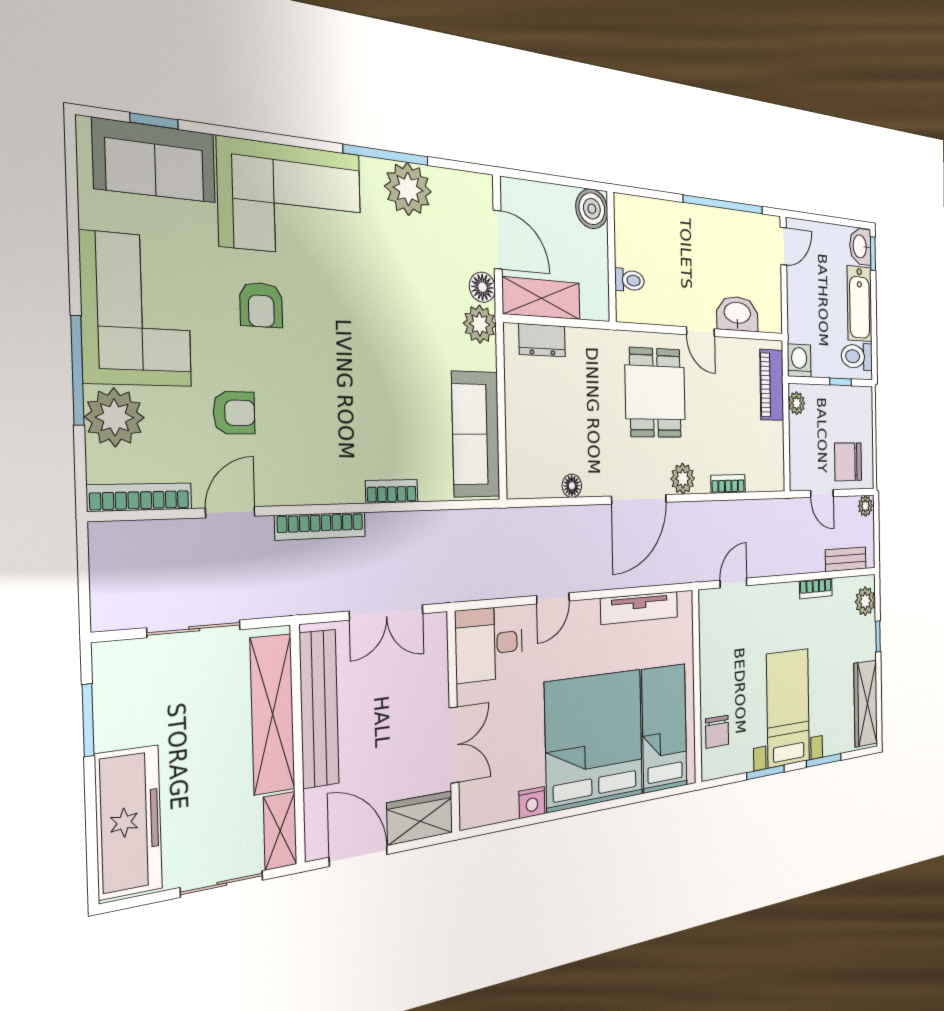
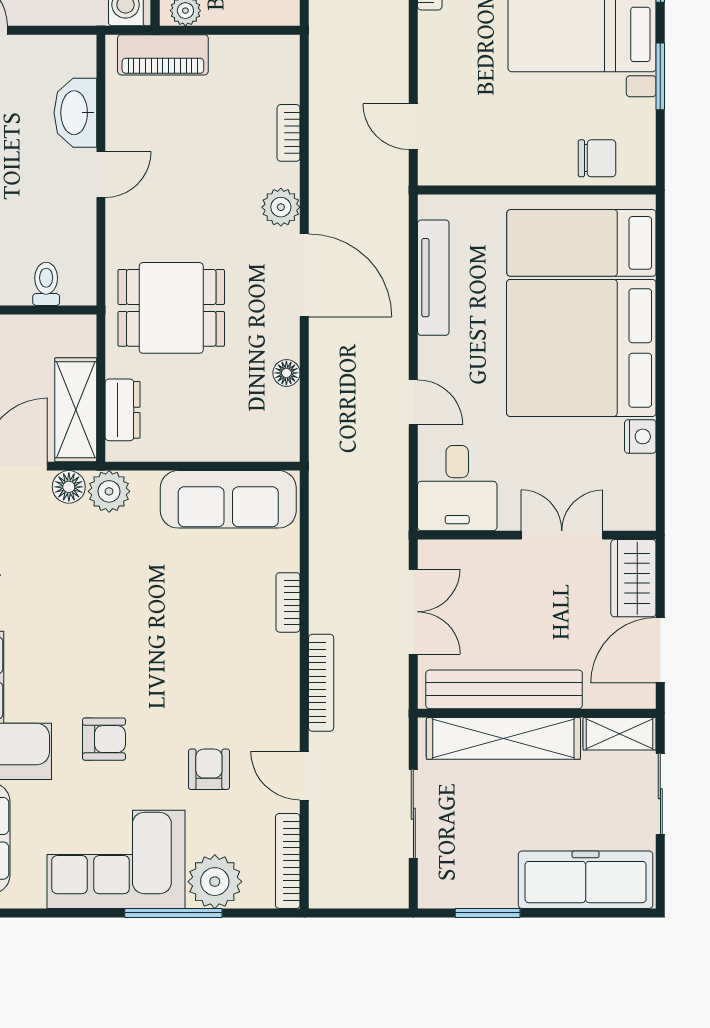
dining table: (655, 393) -> (171, 308), moved

